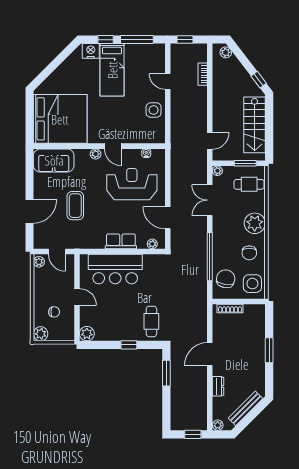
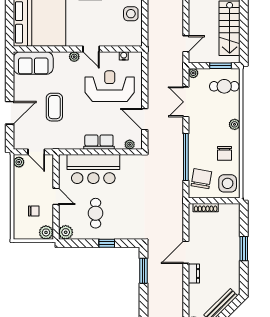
plant: (255, 223) -> (235, 124), width x0.53, depth x0.53
cafe table: (151, 321) -> (96, 213), moved
plant: (41, 334) -> (46, 232), moved
dresser: (218, 386) -> (194, 273), moved

